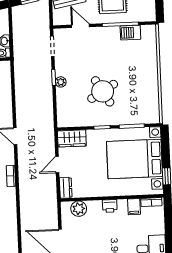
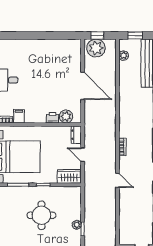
round table: (103, 91) -> (41, 215), turned 31
door: (57, 165) -> (83, 155), swing flipped
printer: (110, 206) -> (52, 118), moved

